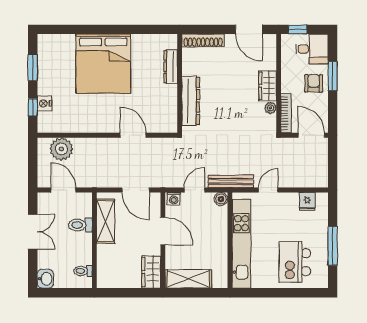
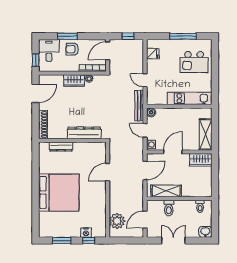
window: (333, 165) -> (128, 36), added
kitchen unit: (241, 244) -> (190, 98), width x0.73

